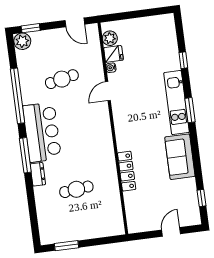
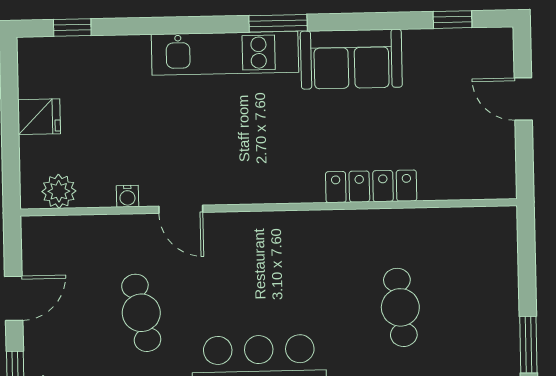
door: (75, 22) -> (14, 298), moved
fridge: (113, 54) -> (39, 117), moved, turned 90
window: (183, 60) -> (72, 28), moved
window: (190, 110) -> (278, 23), moved

